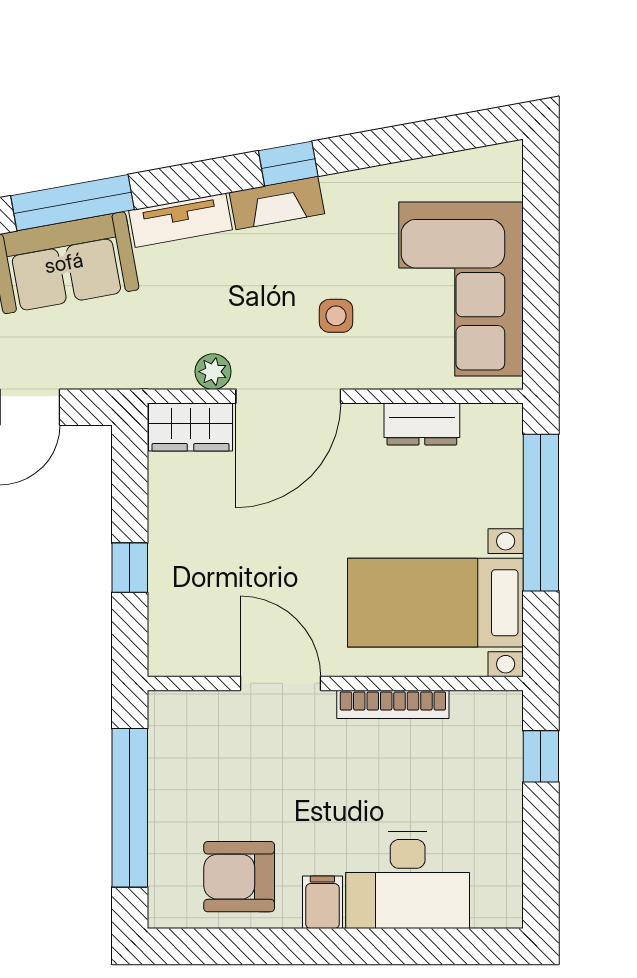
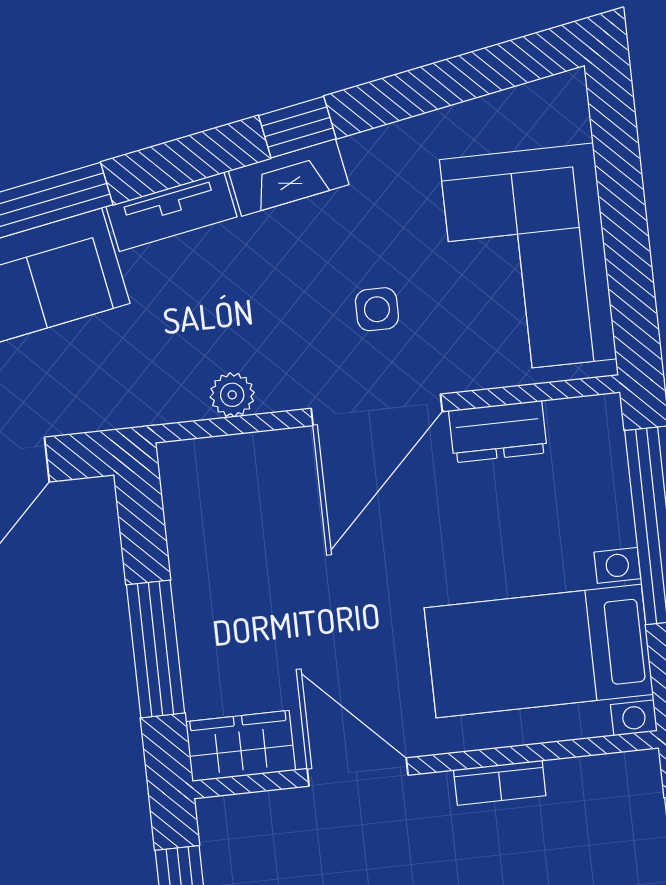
door: (288, 396) -> (377, 410), moved
wardrobe: (190, 427) -> (241, 746), moved, turned 180
window: (130, 568) -> (155, 649), width x2.17
bookcase: (393, 704) -> (500, 783), width x0.64

